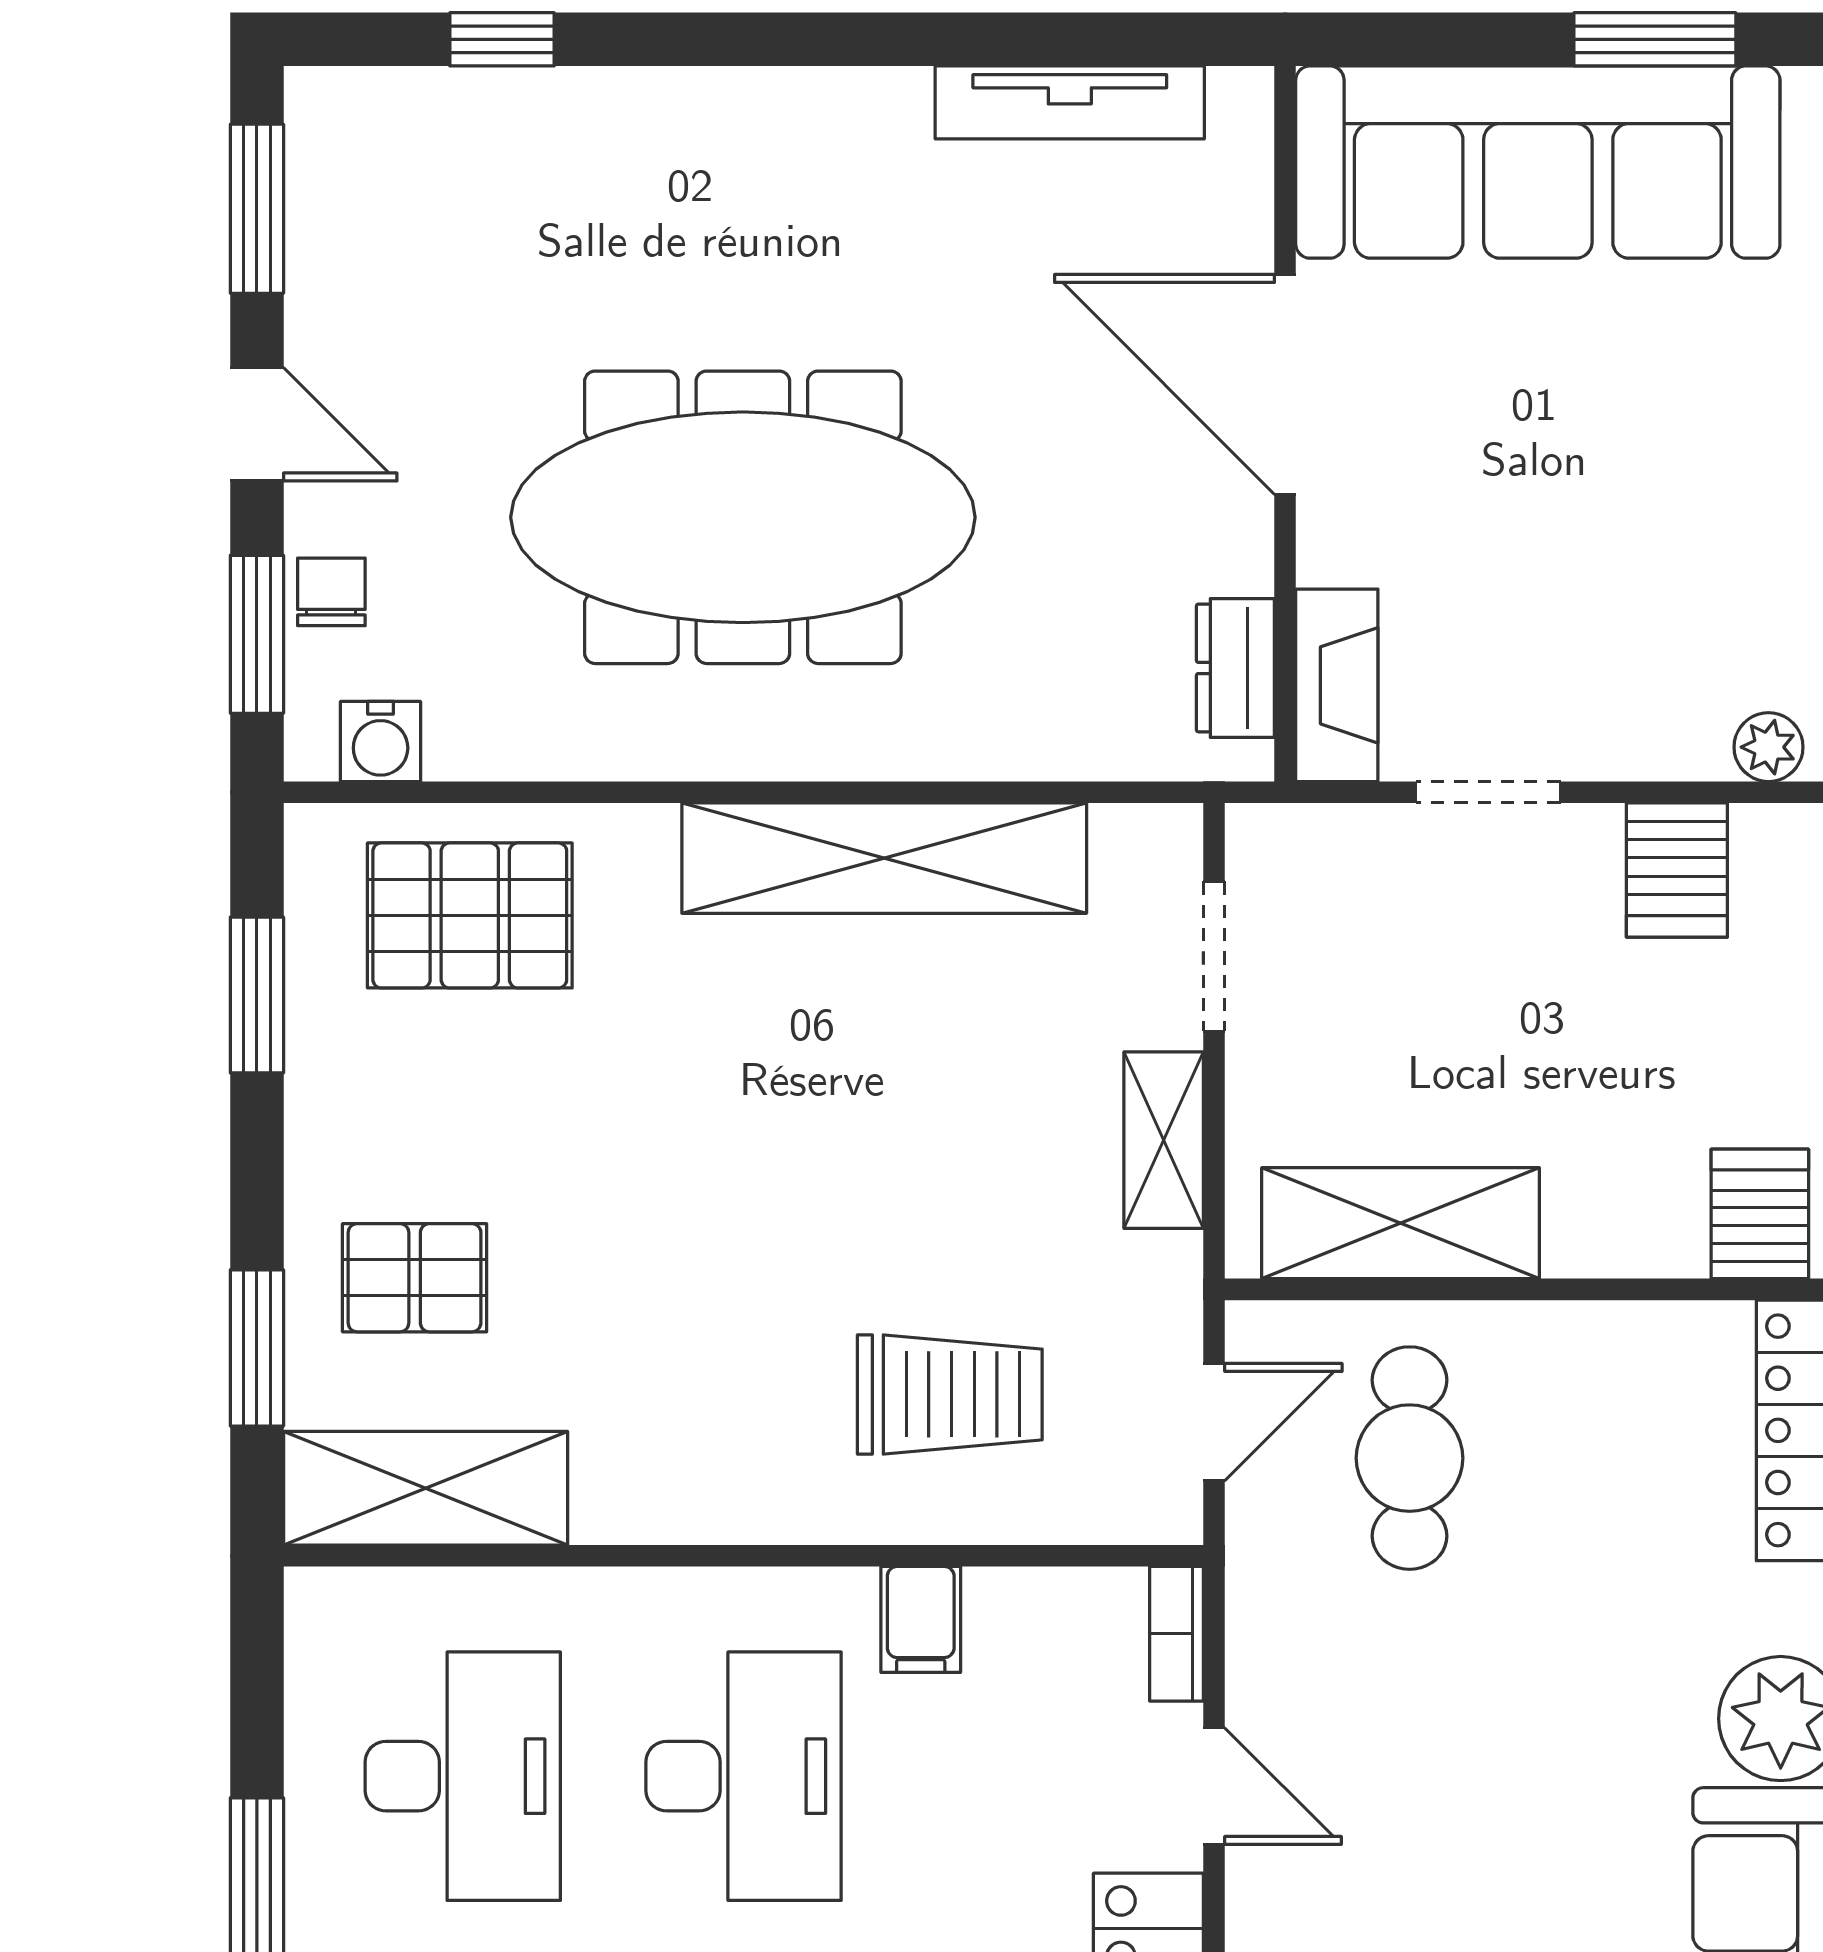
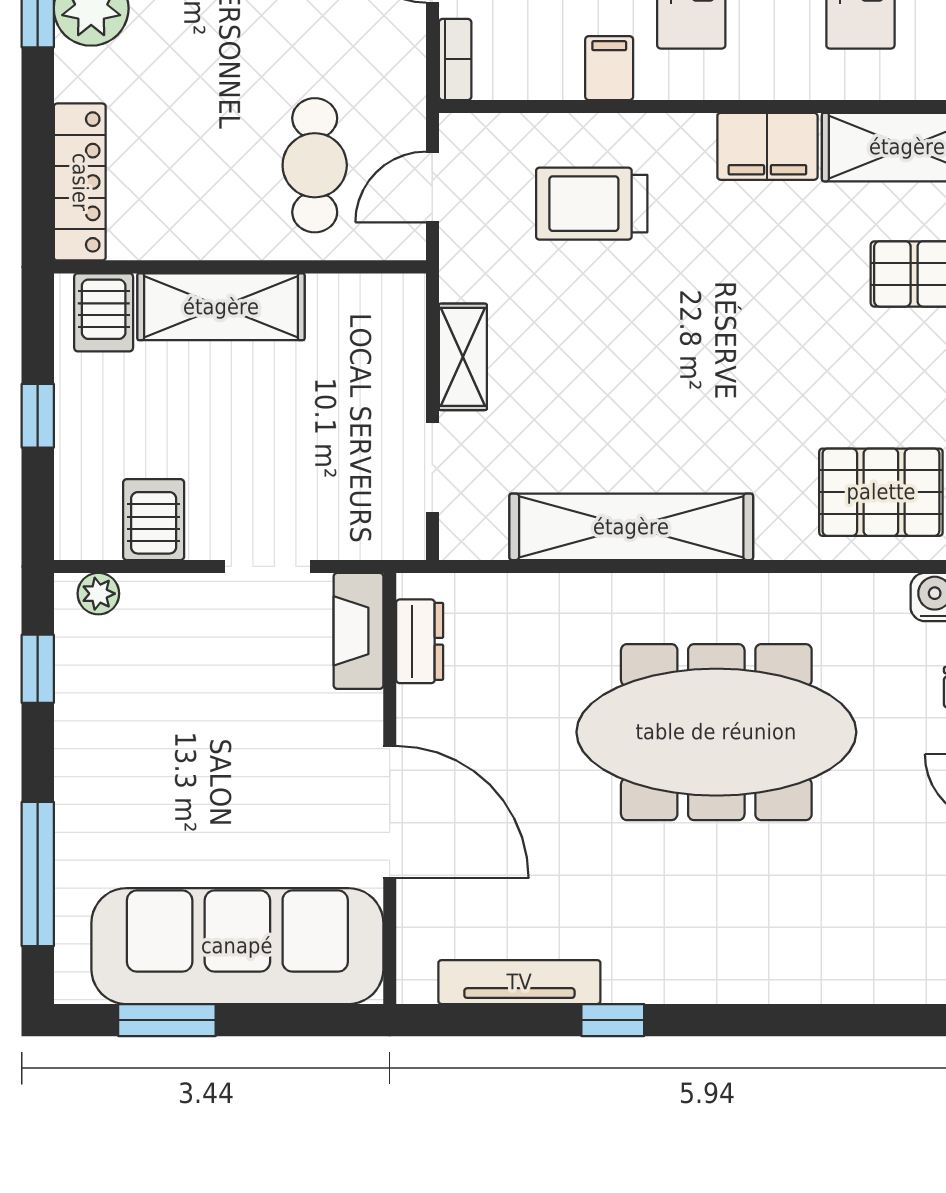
window: (502, 39) -> (613, 1020), moved
shelving: (1401, 1223) -> (221, 307), moved
filing cabinet: (658, 1490) -> (767, 146), added

